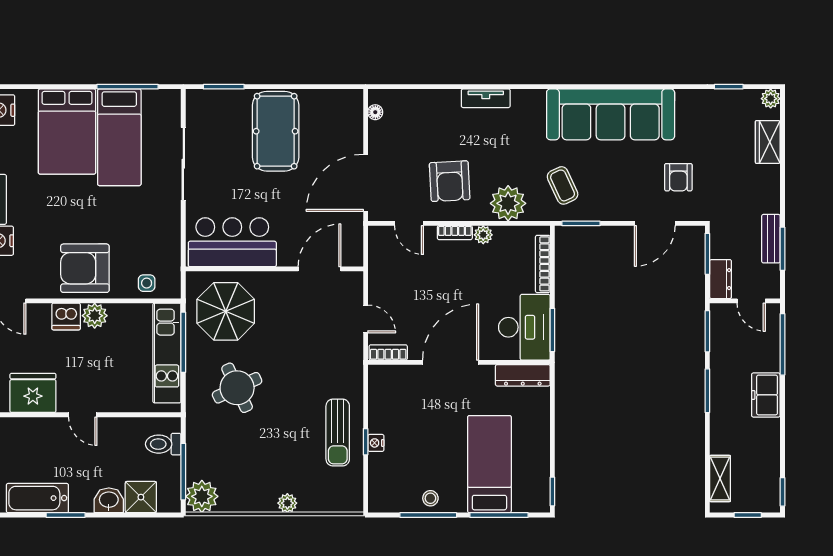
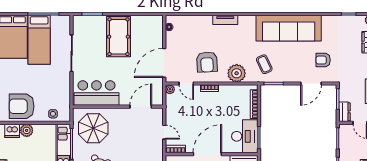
armchair: (678, 177) -> (323, 60), turned 90
plant: (483, 235) -> (170, 89), moved

